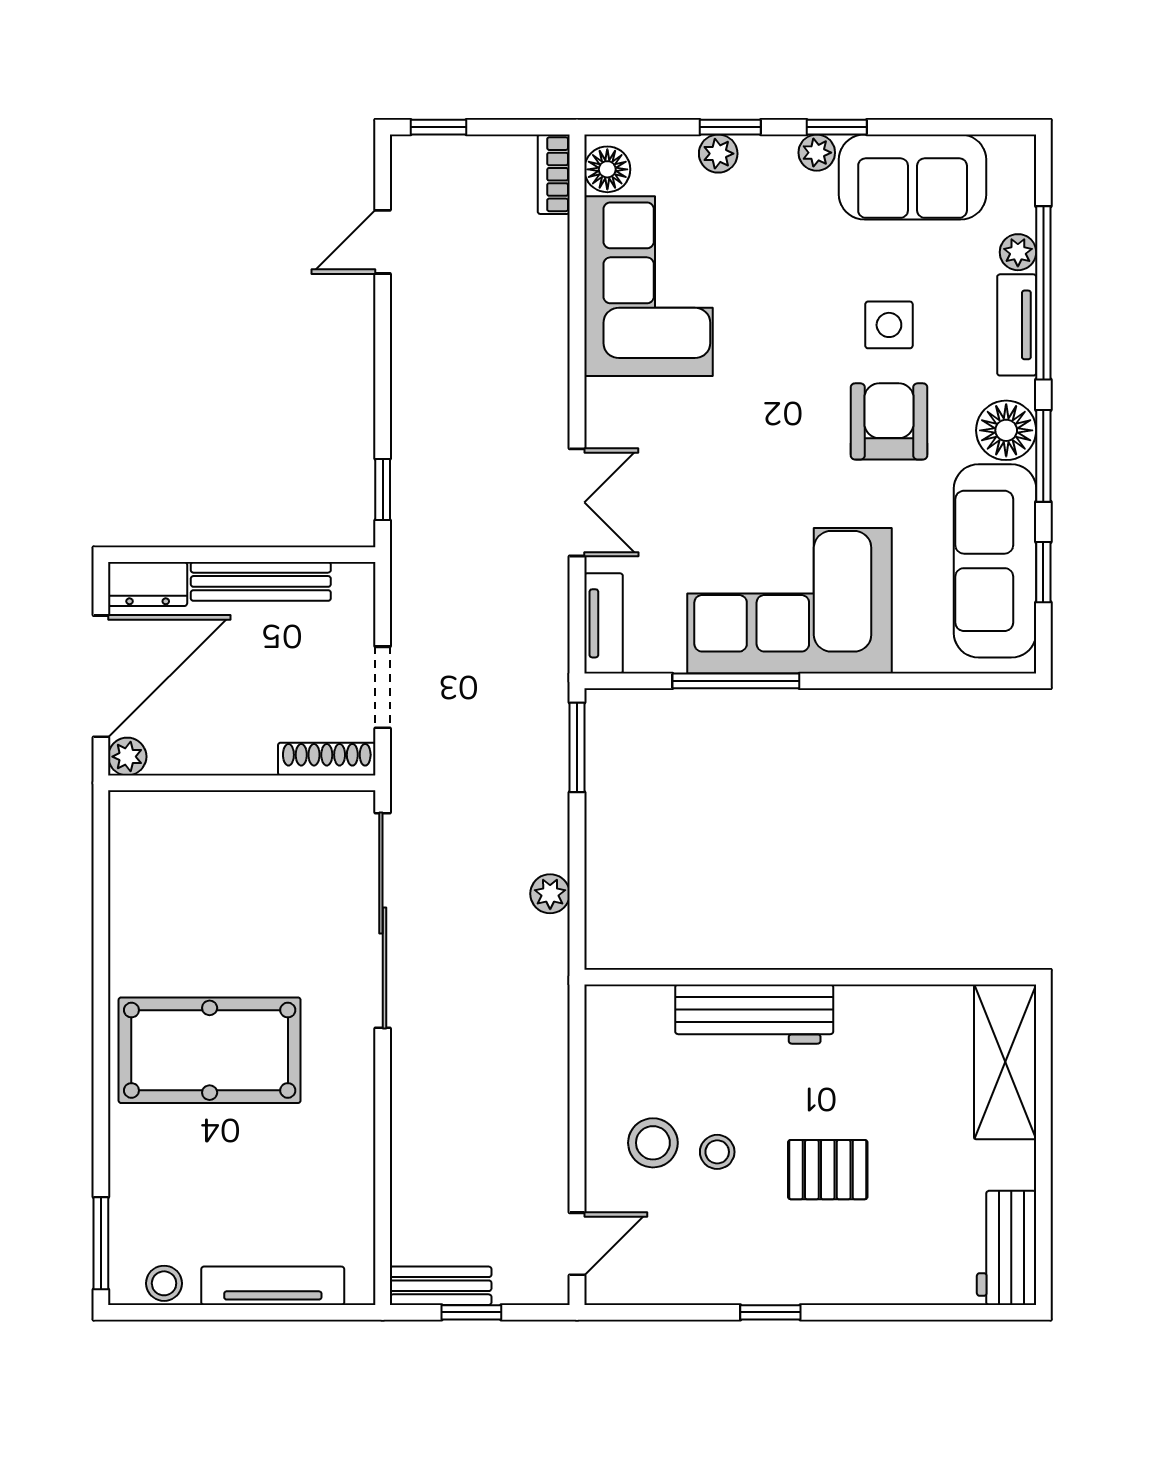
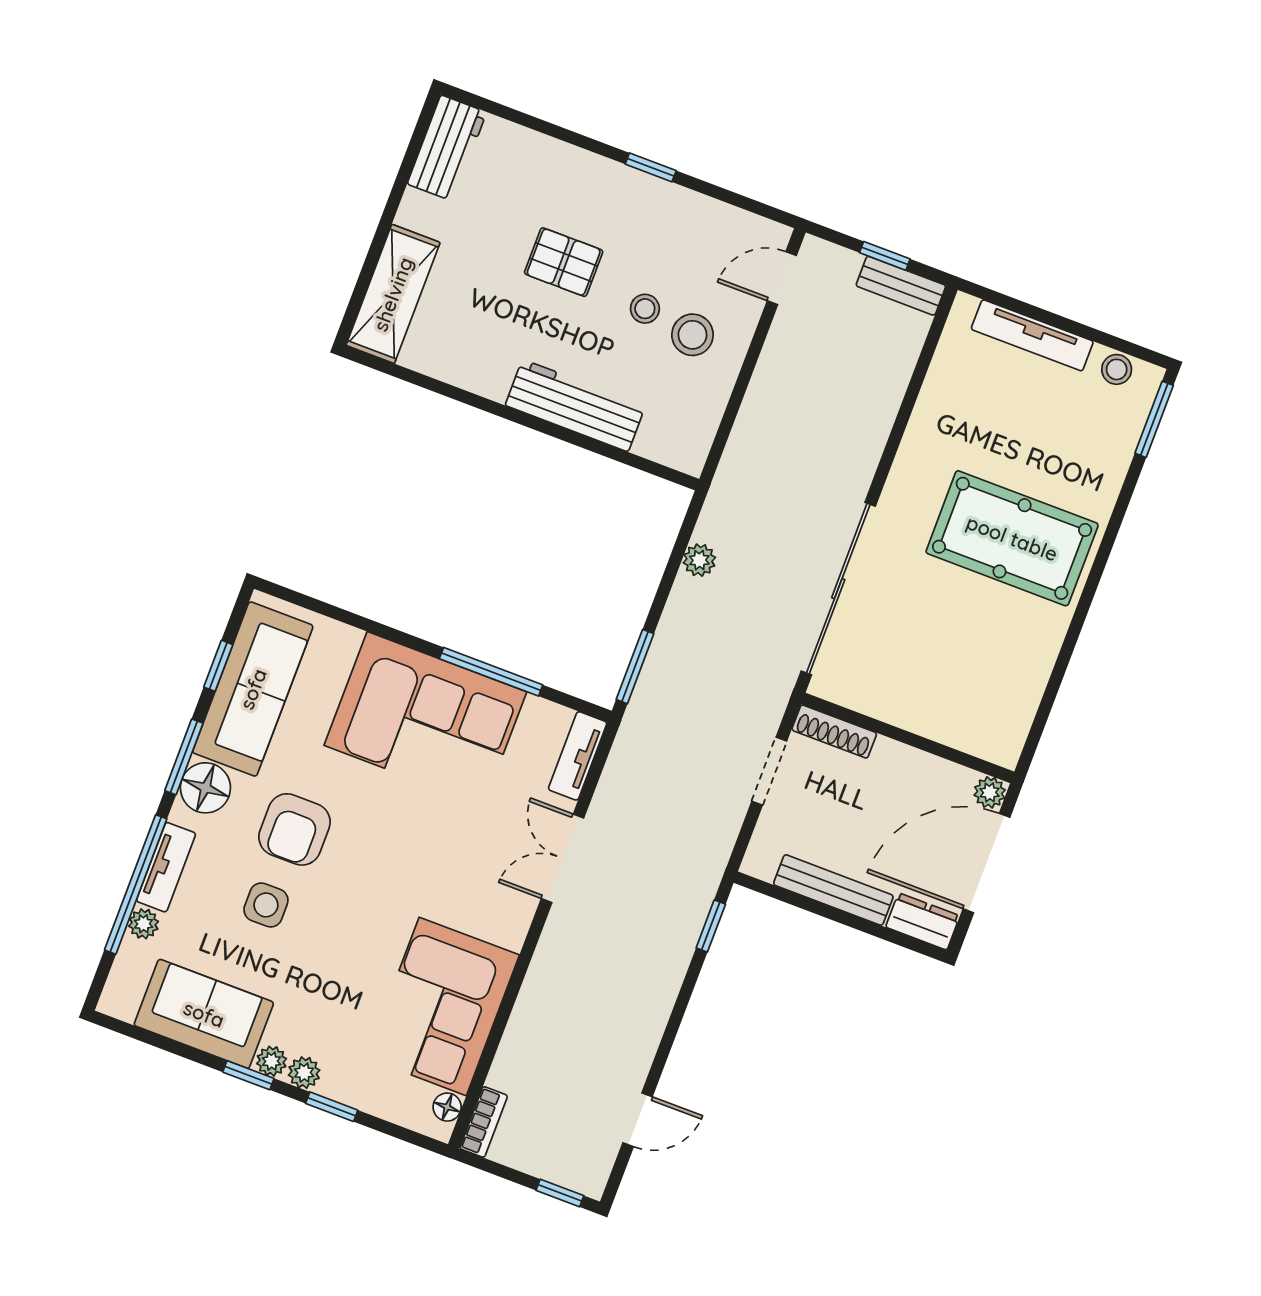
plant: (718, 154) -> (304, 1073), moved
floor lamp: (607, 169) -> (447, 1107), width x0.73, depth x0.73

